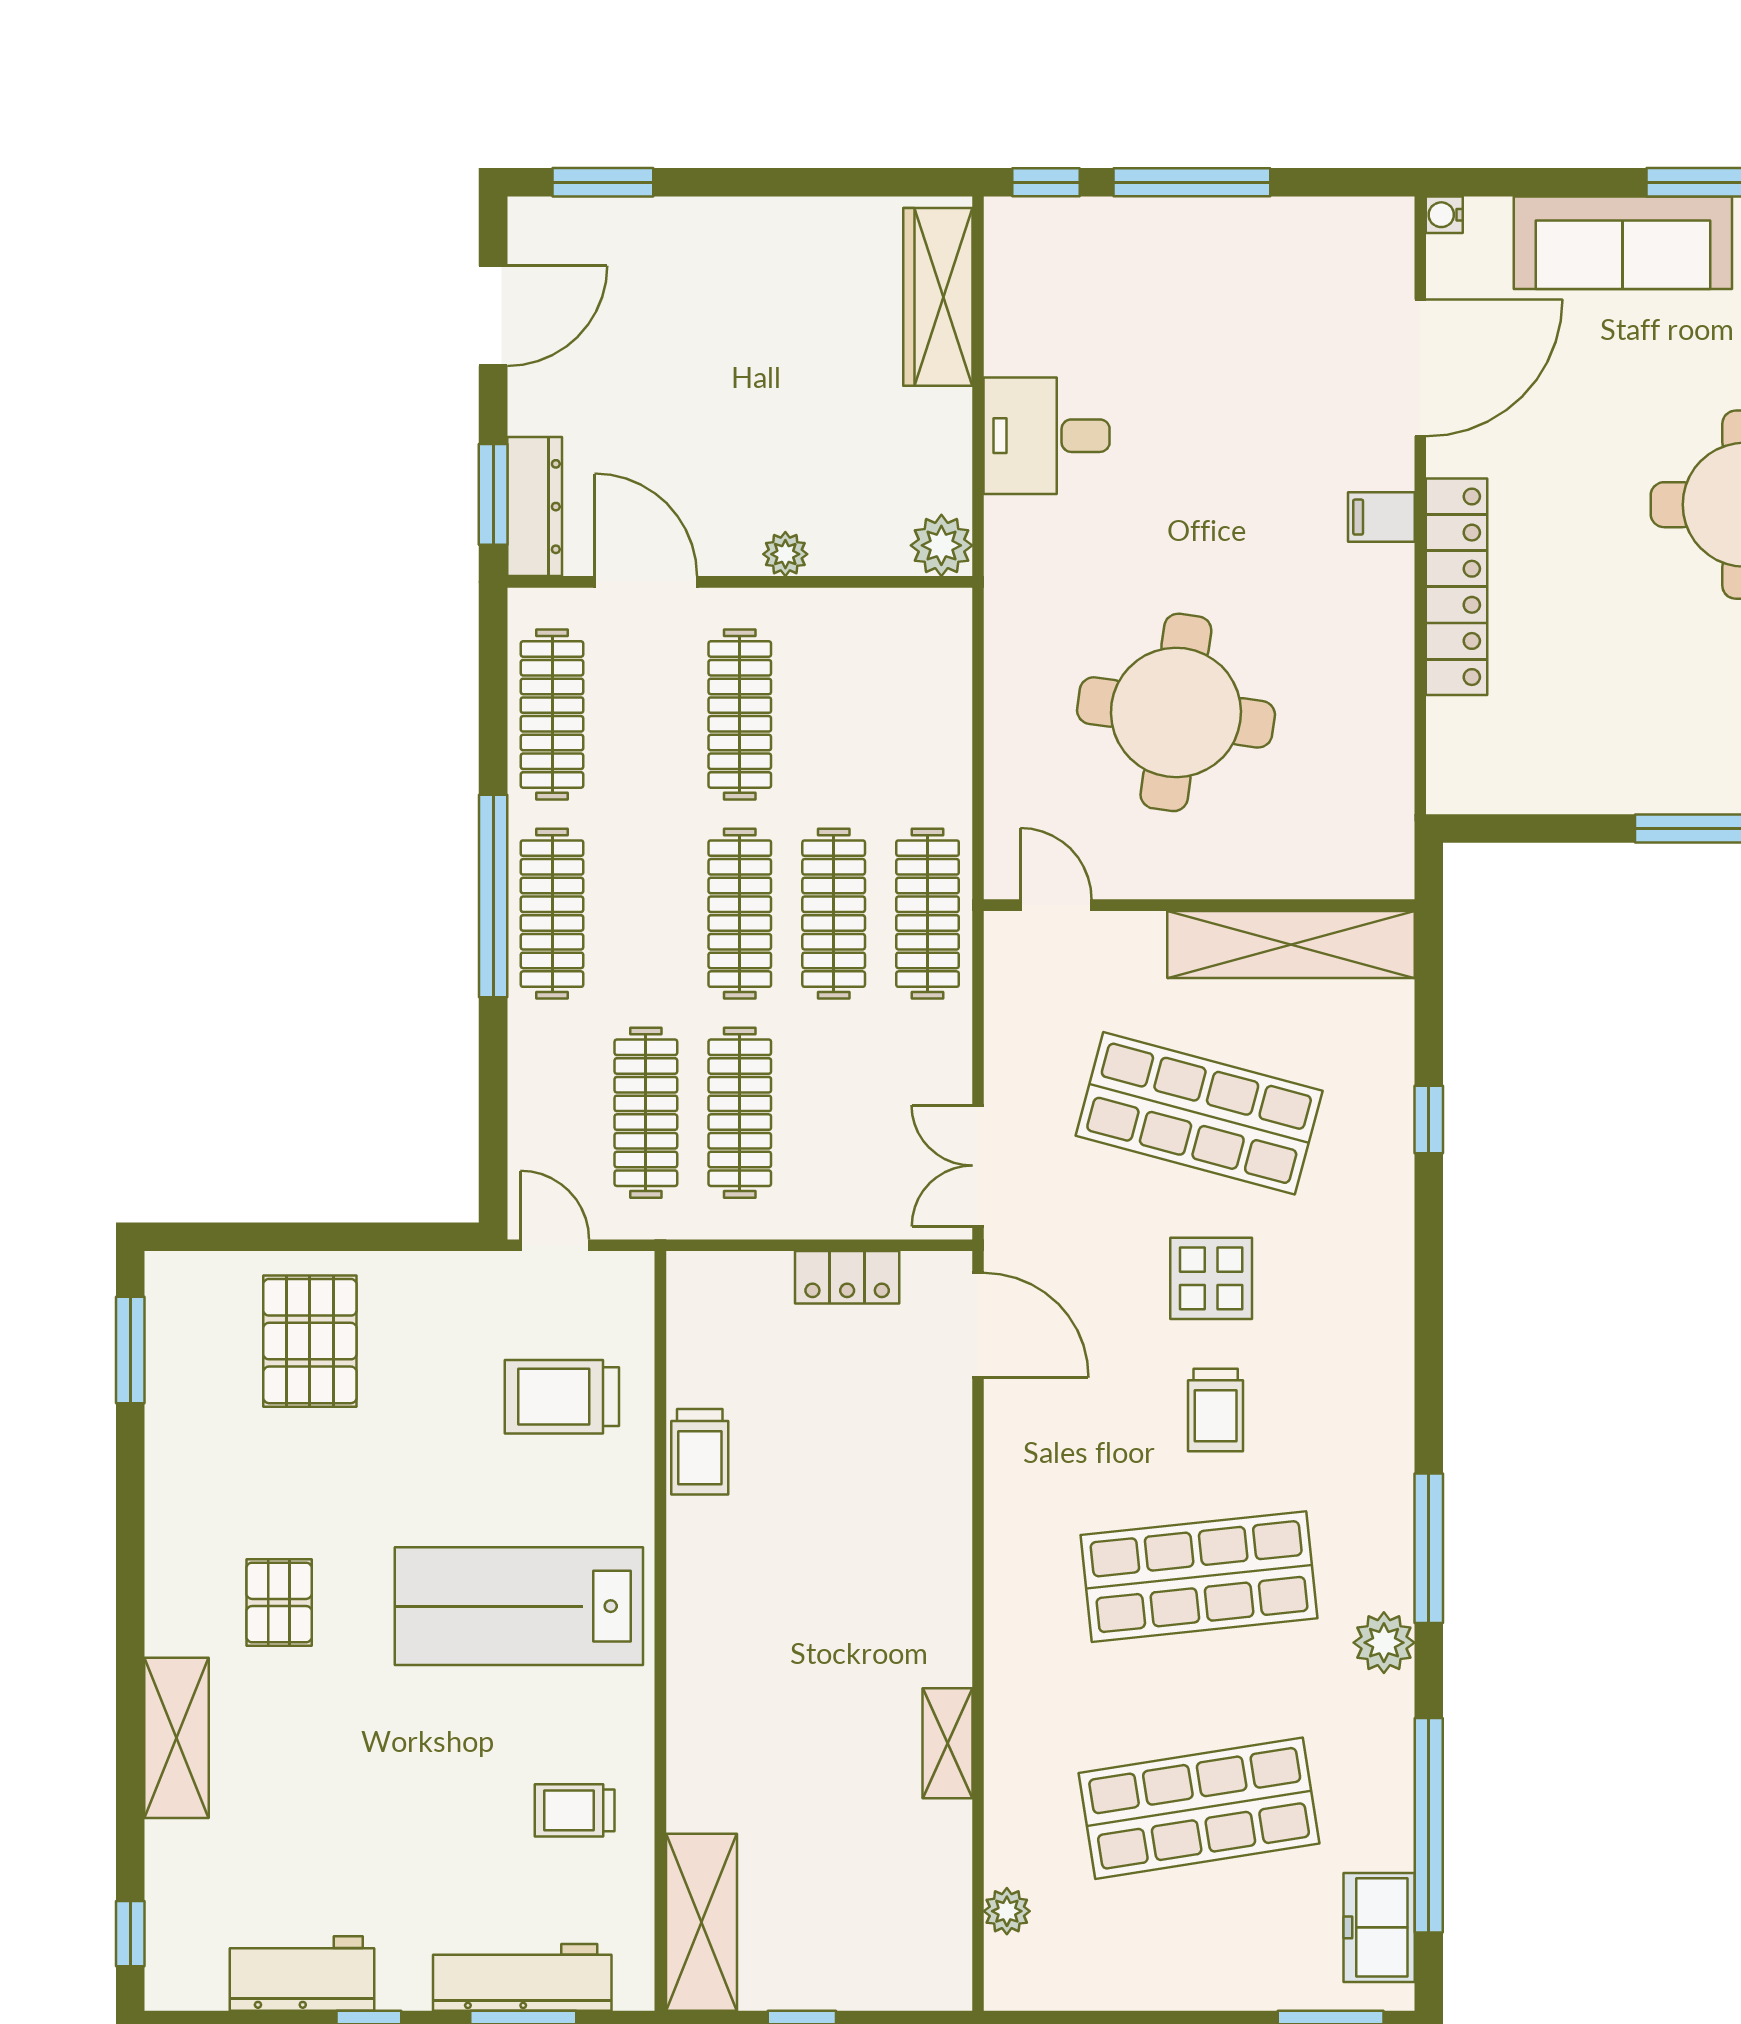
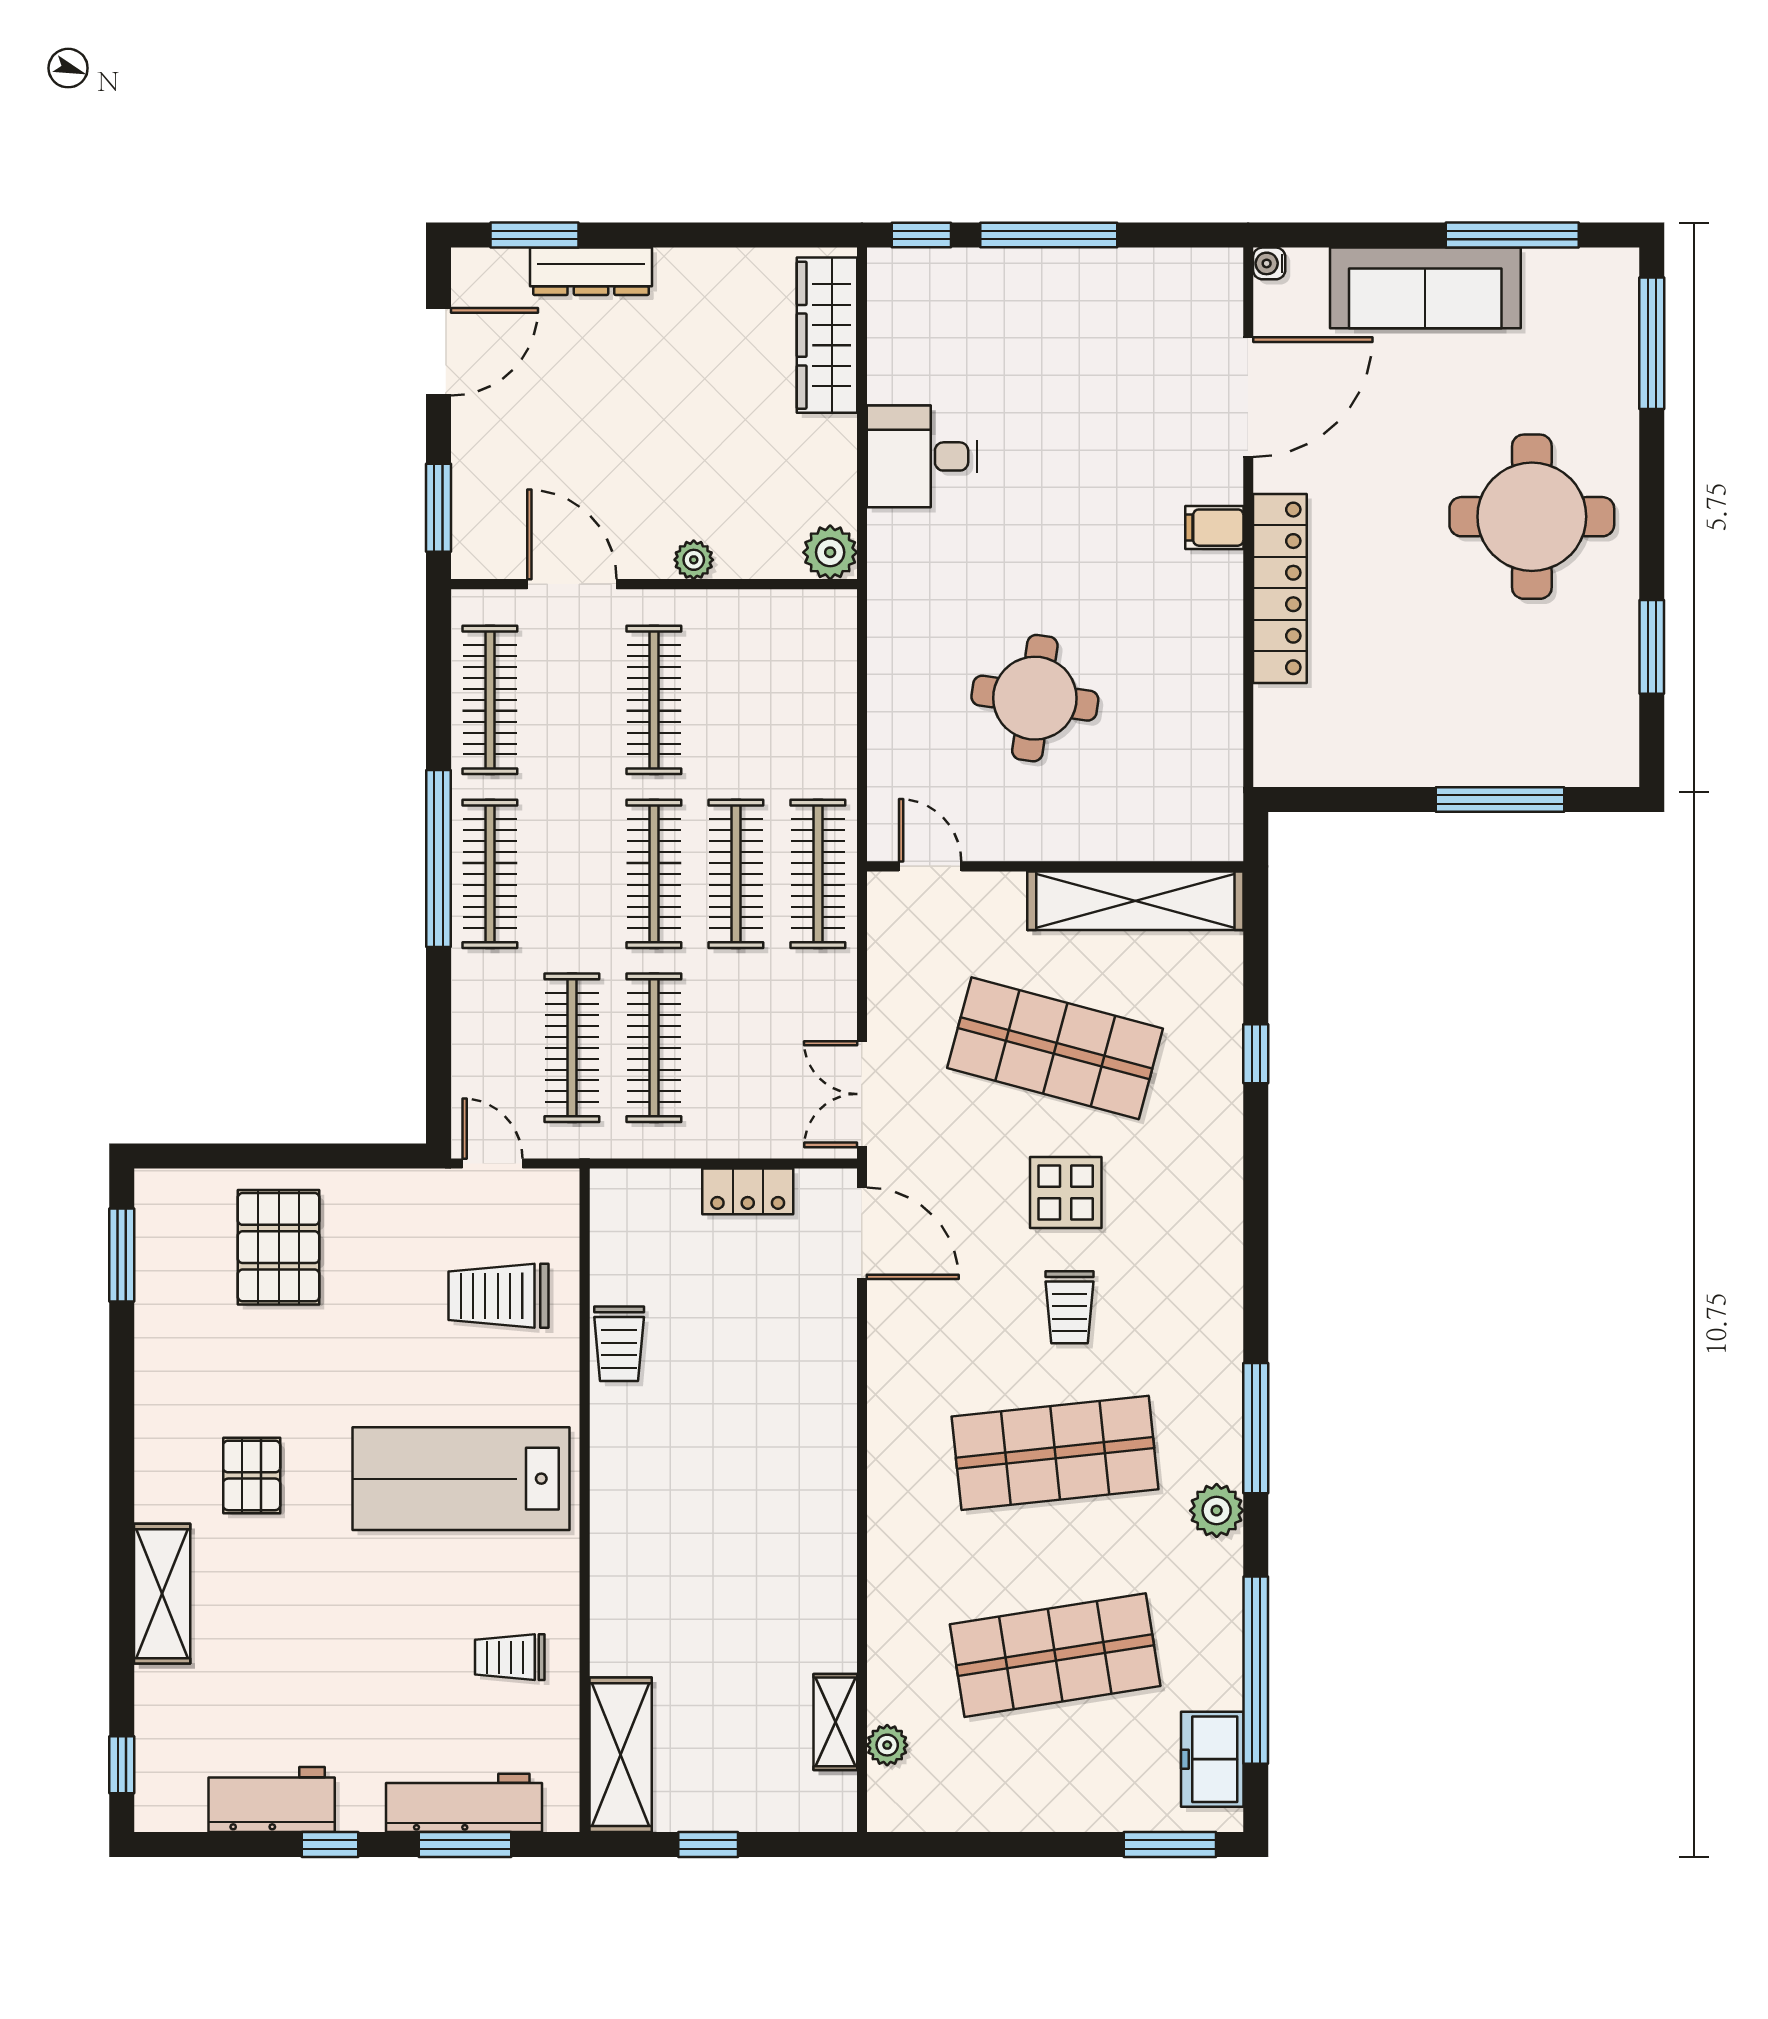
dresser: (535, 507) -> (591, 271), moved, turned 90
round table: (1176, 712) -> (1035, 698), width x0.73, depth x0.73
shelving: (947, 1743) -> (835, 1722), moved

